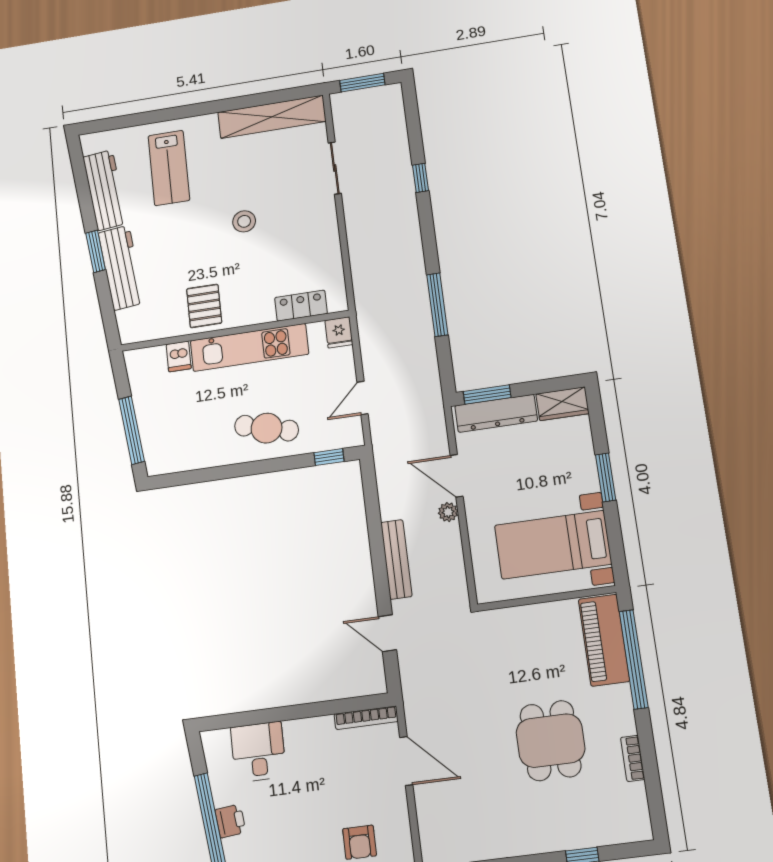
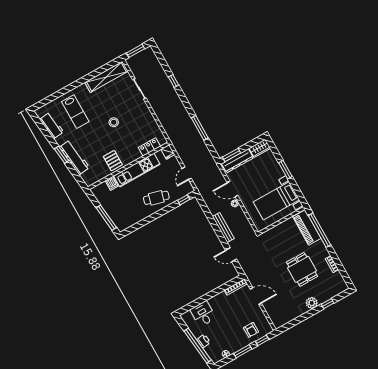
workbench: (105, 190) -> (52, 126), width x0.73
plant: (542, 837) -> (312, 303), added

